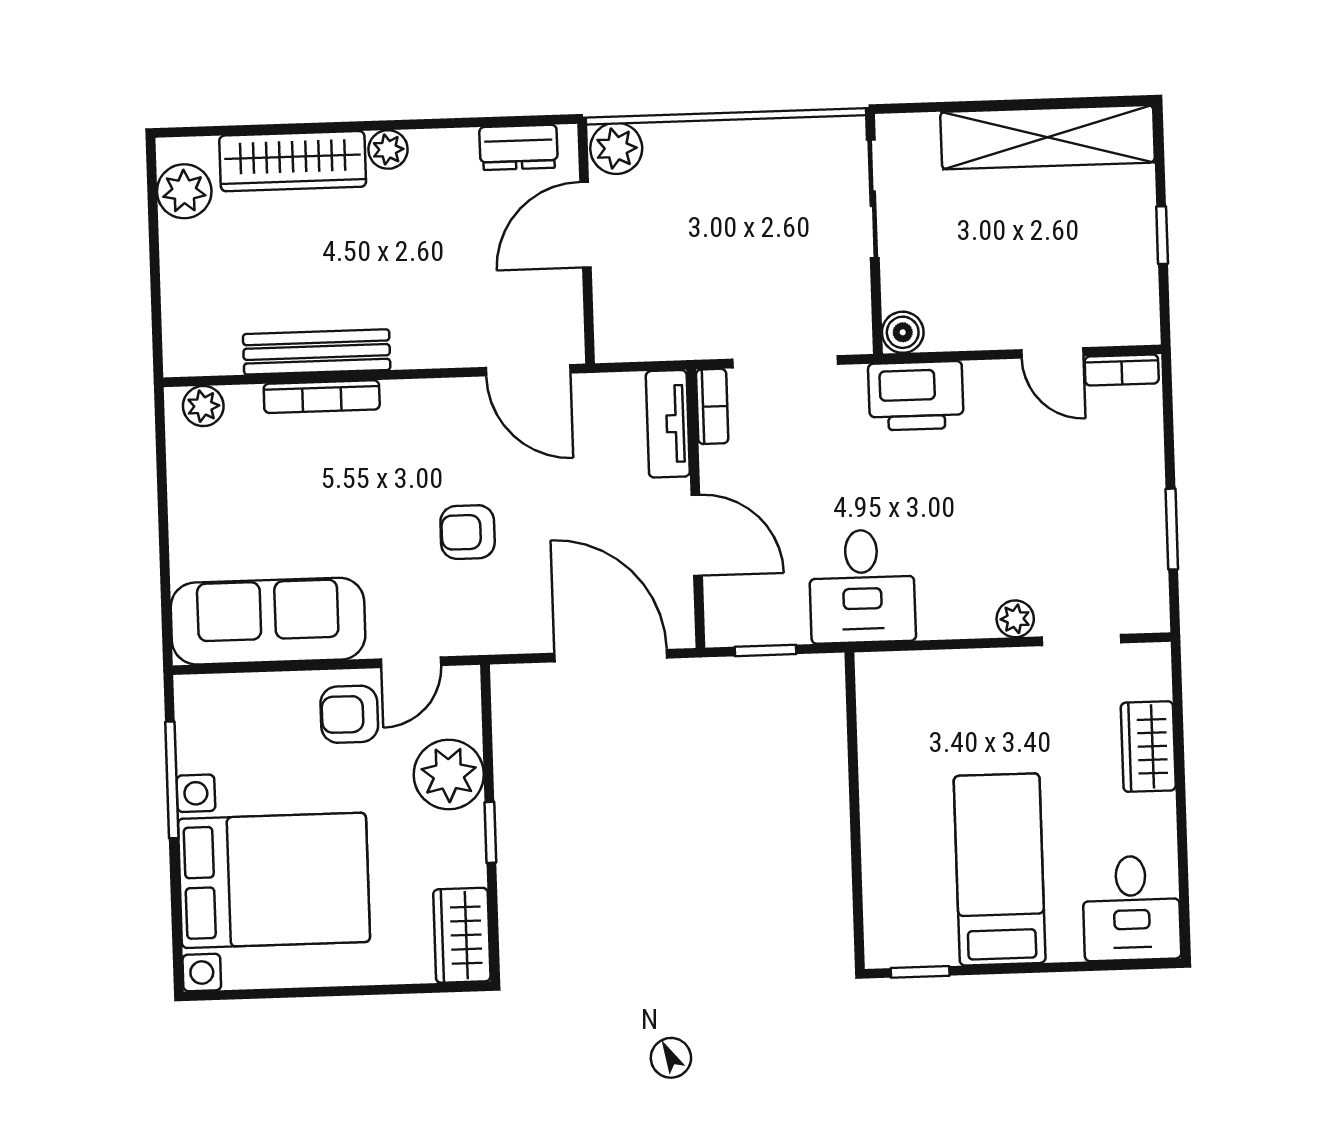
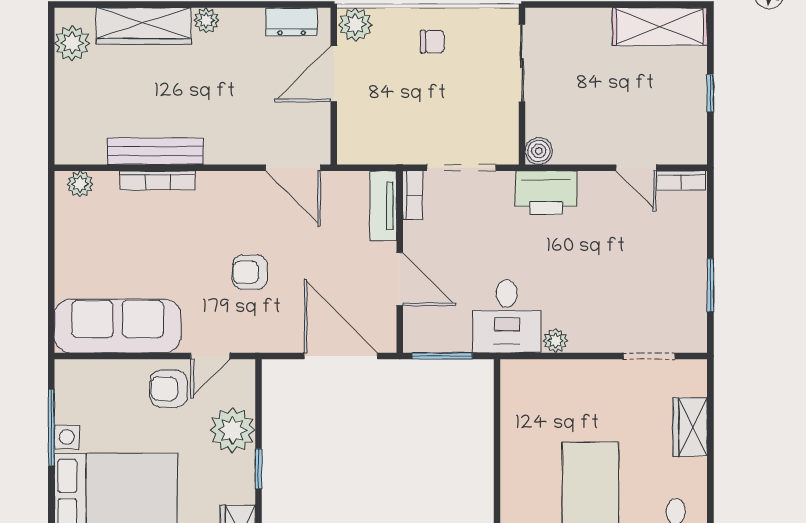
shelving: (1048, 137) -> (660, 27), width x0.68
chair: (734, 171) -> (432, 42), added
plant: (1015, 619) -> (555, 341), moved
window: (766, 650) -> (442, 356), width x1.50

